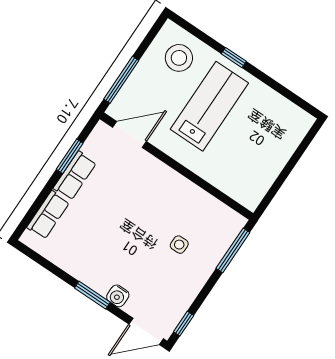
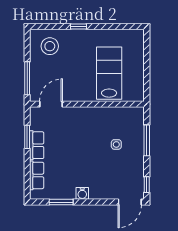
lab bench: (209, 106) -> (109, 73), moved
window: (233, 250) -> (147, 140), moved
window: (92, 295) -> (61, 202), moved
water cooler: (118, 296) -> (82, 193), moved

